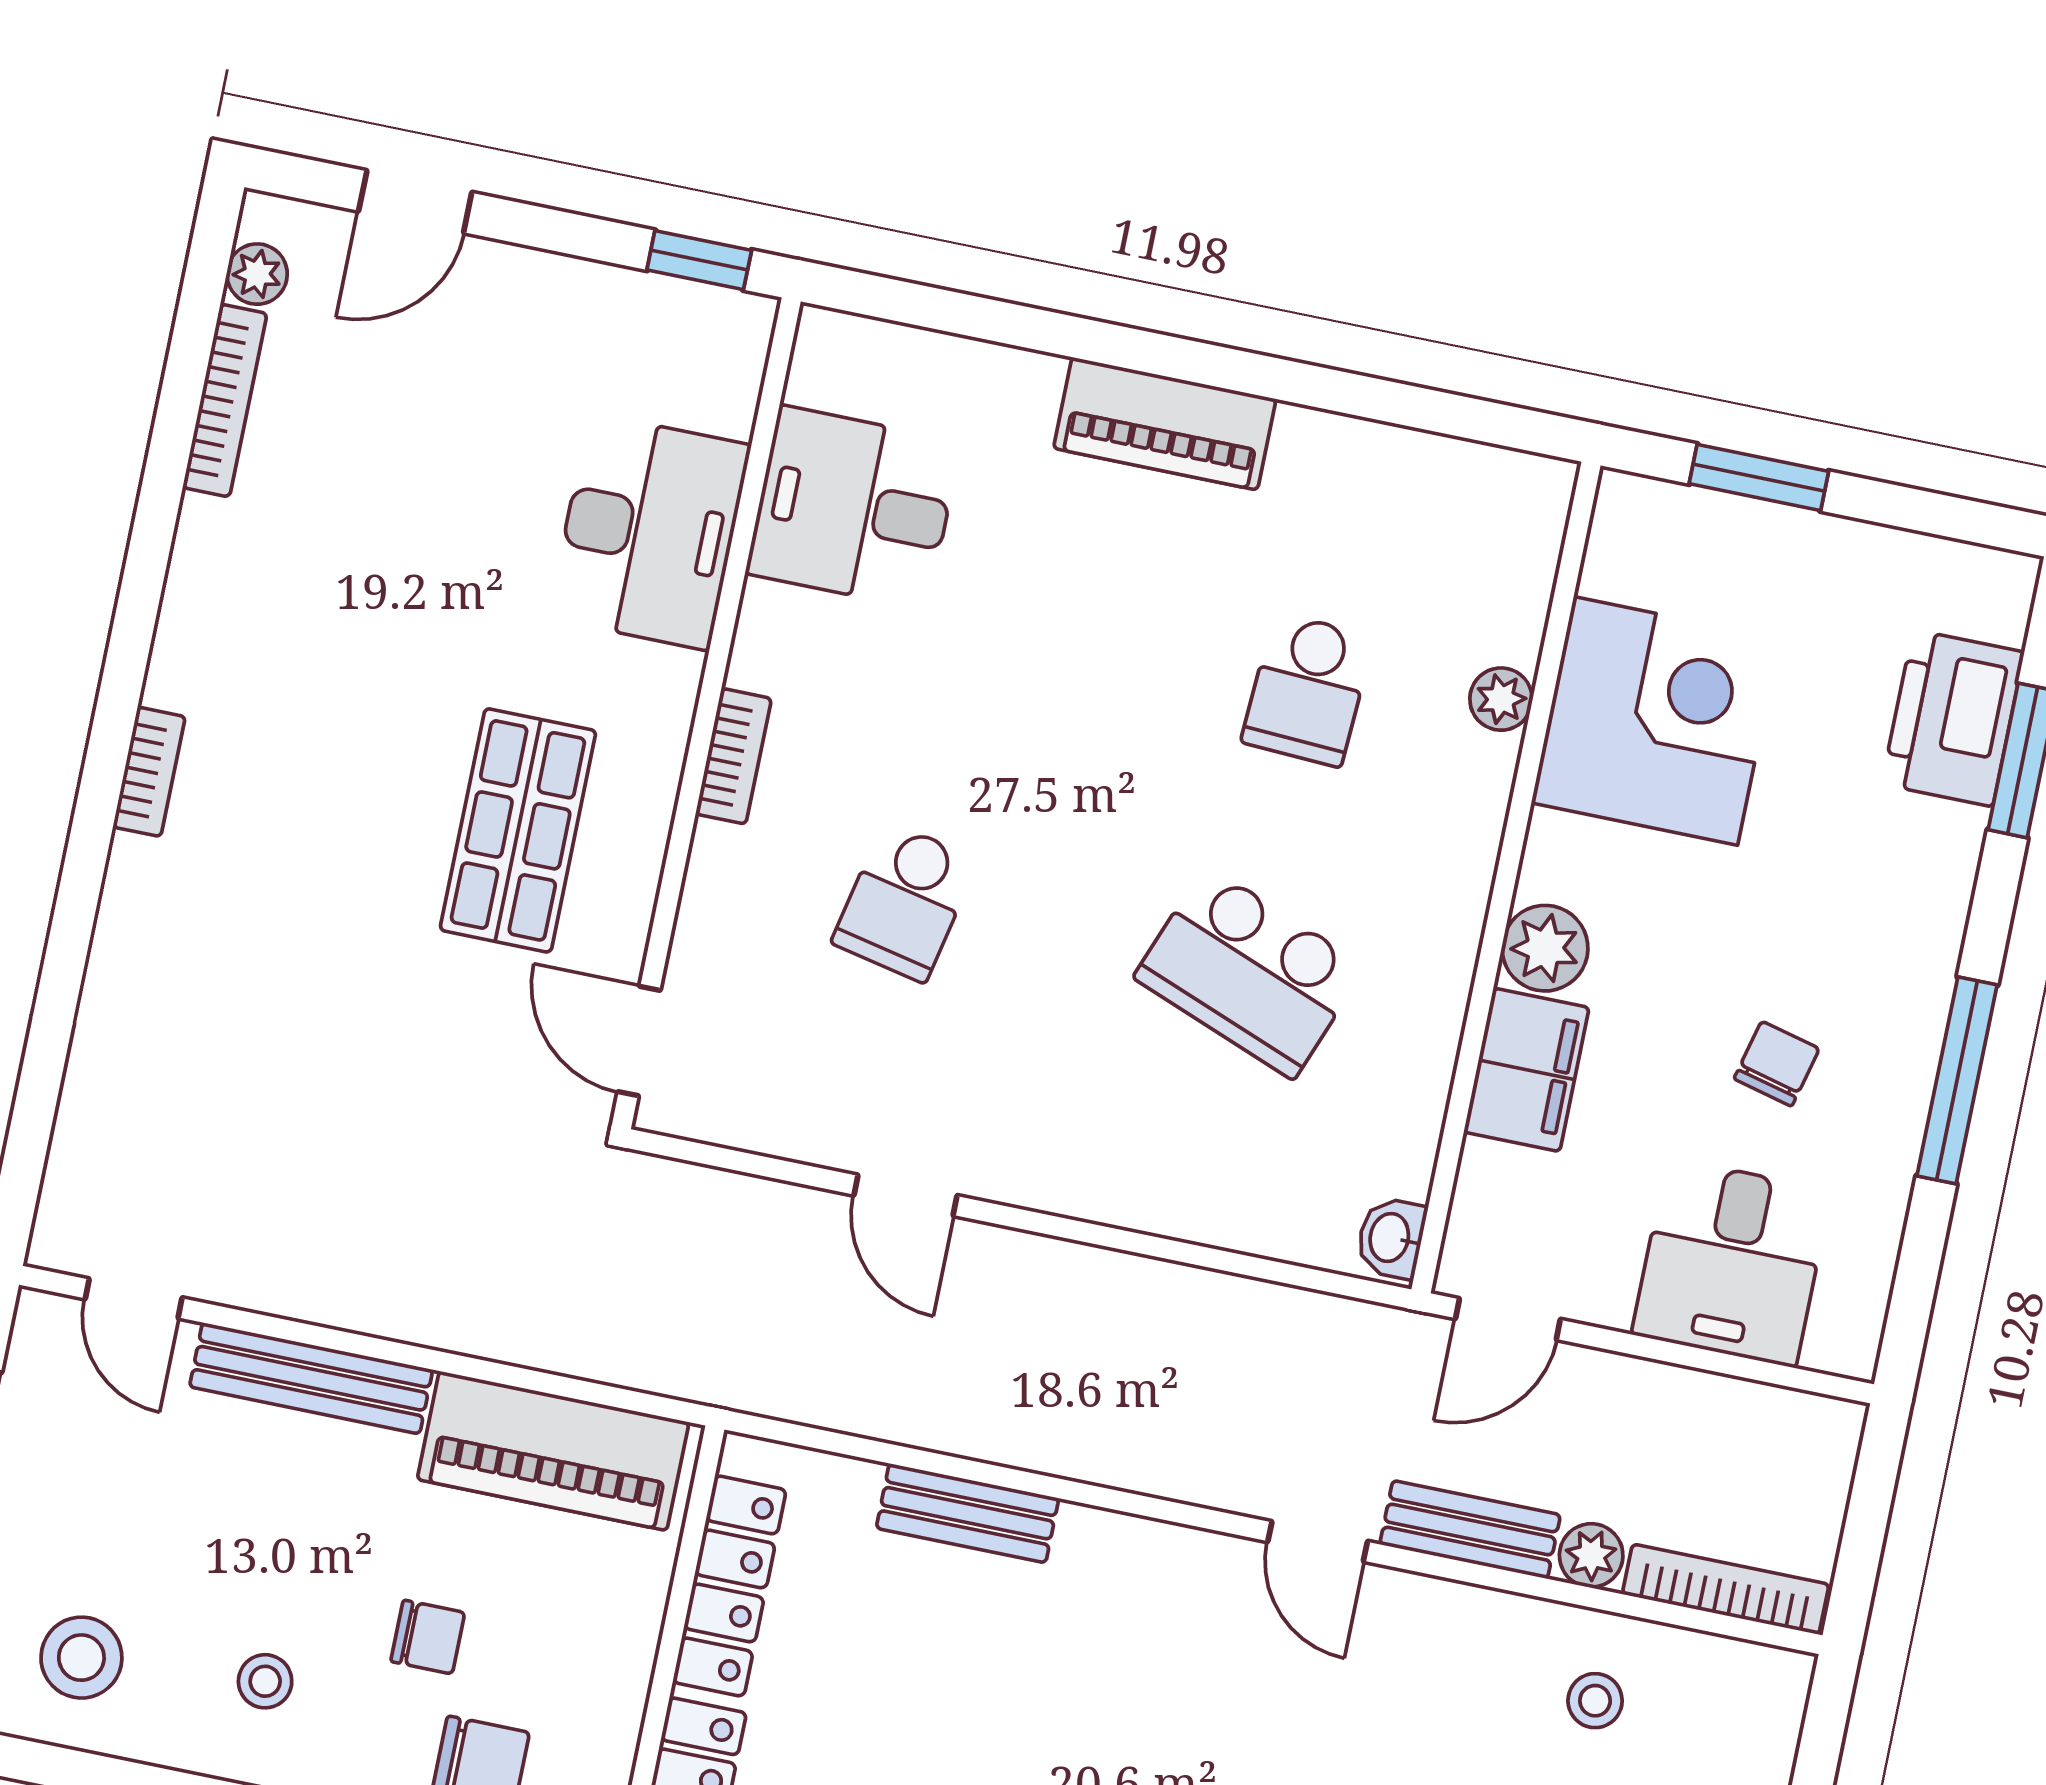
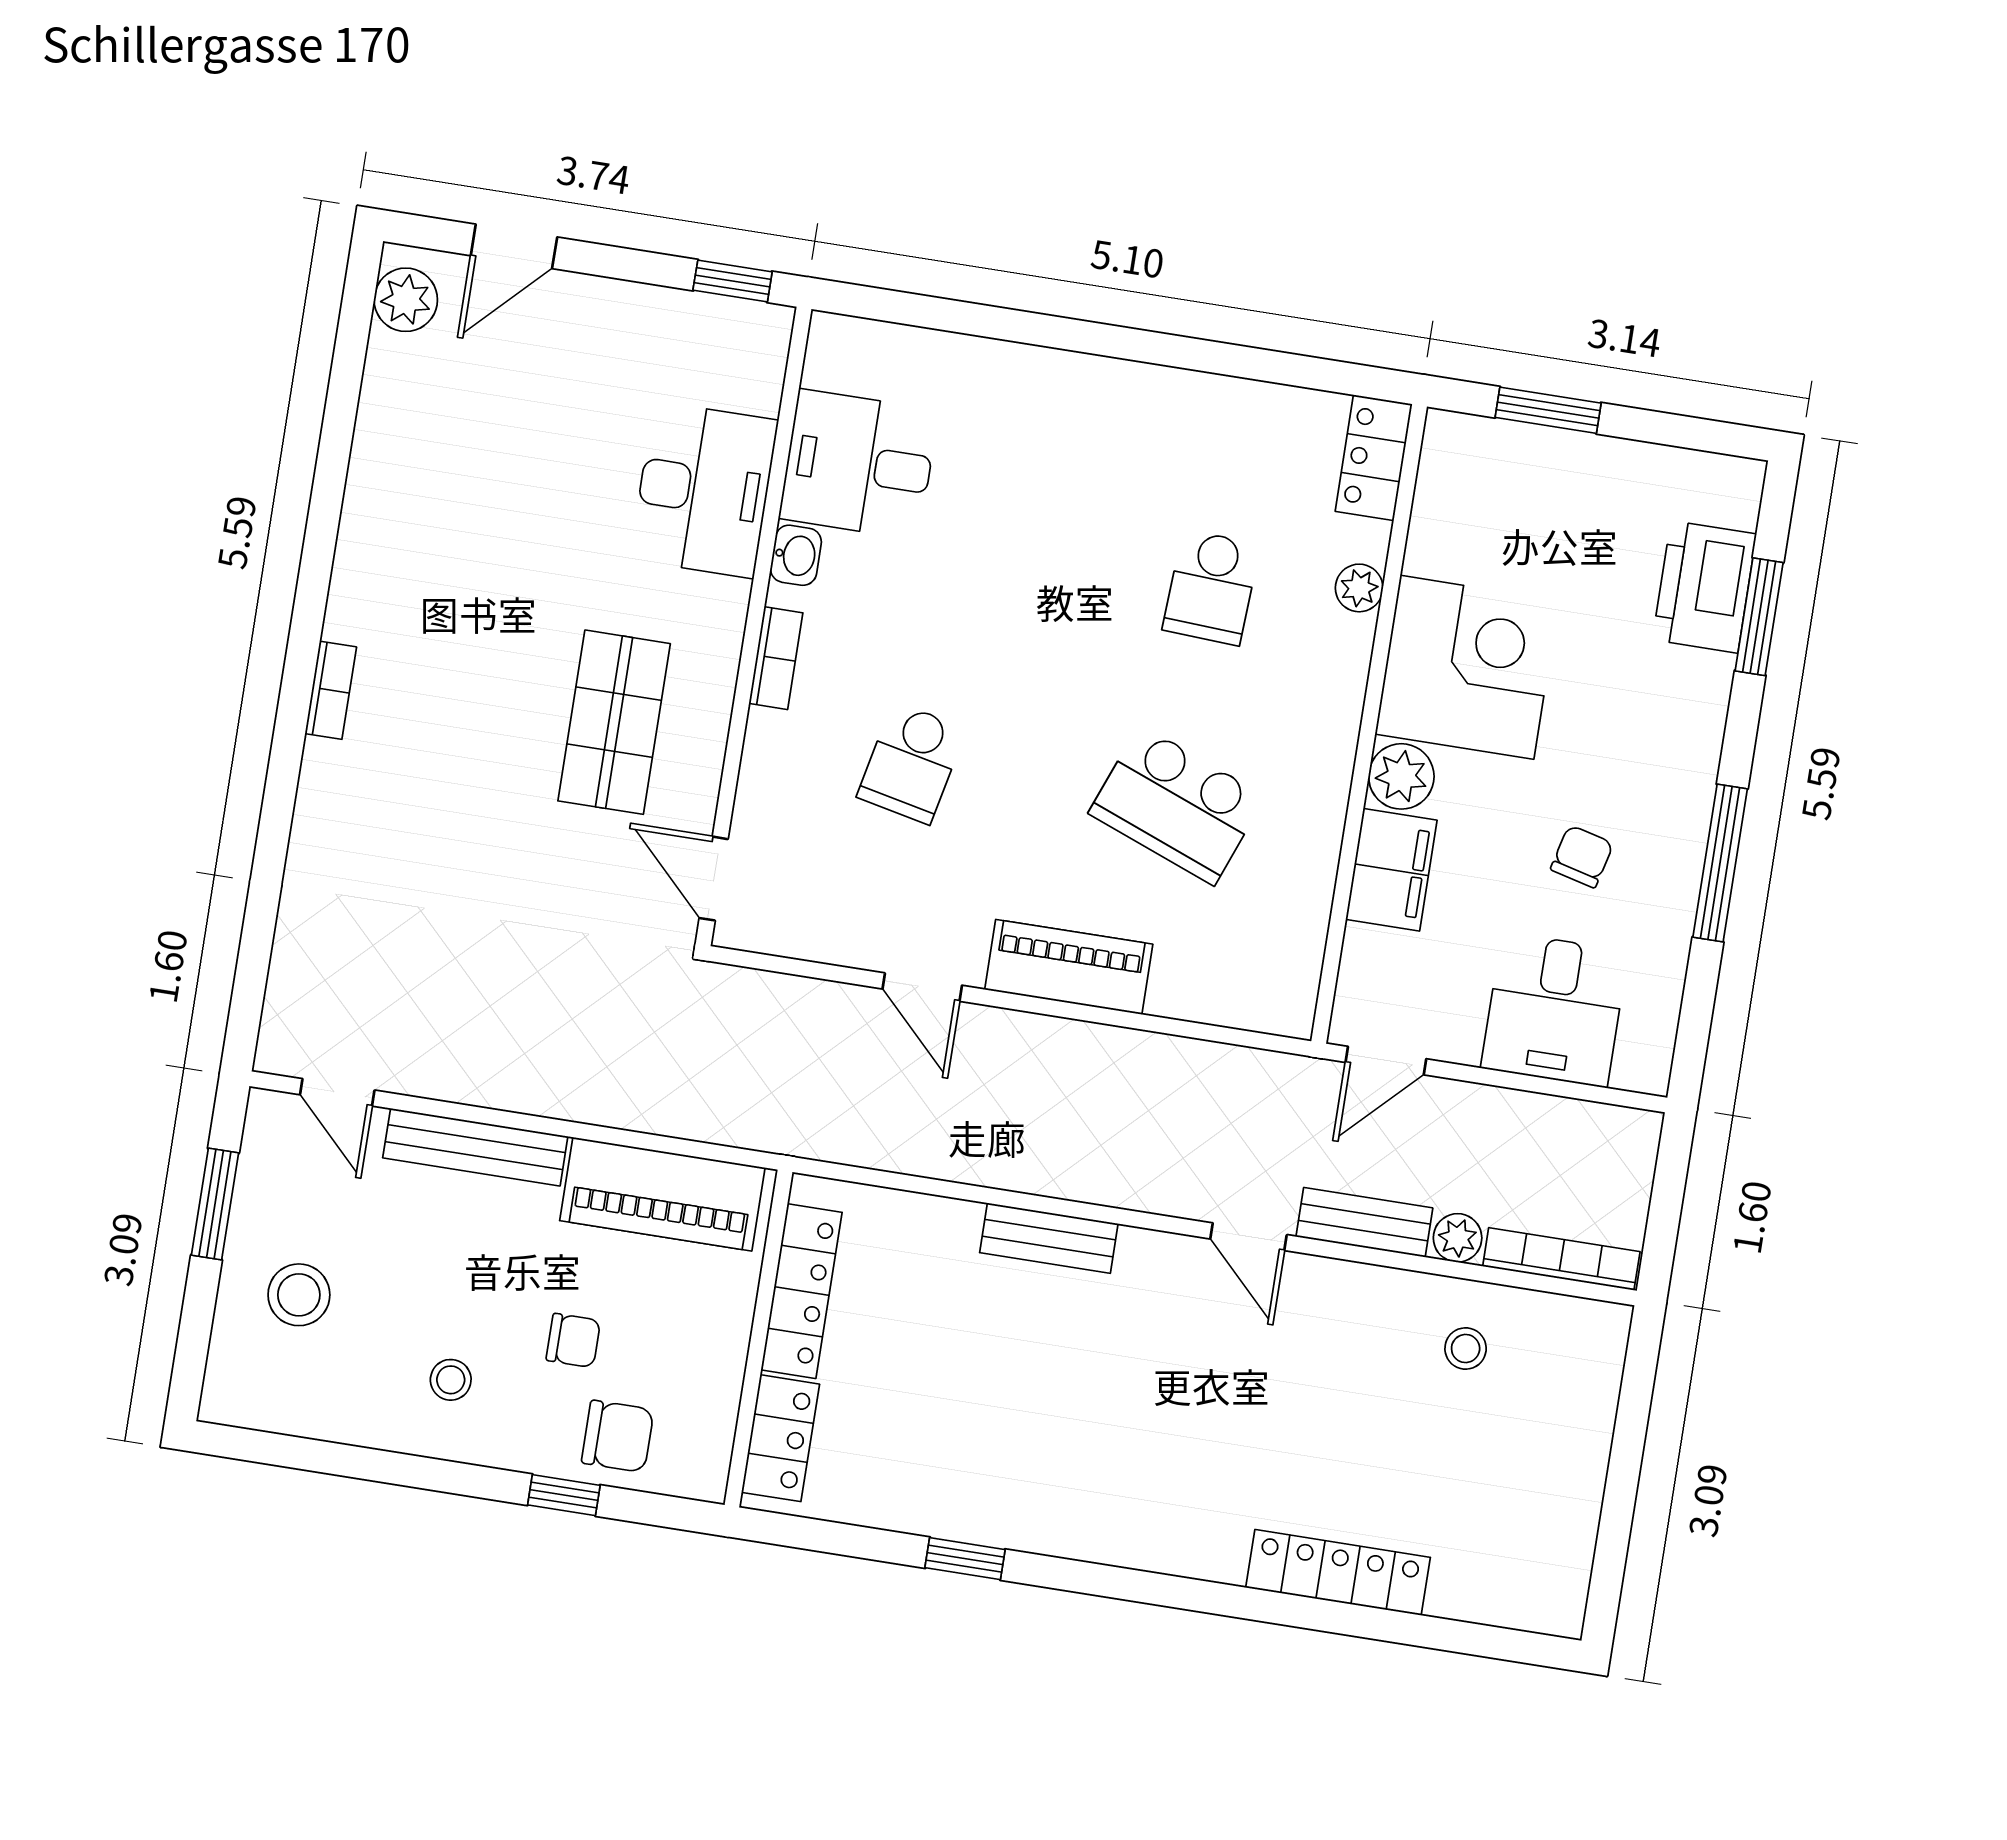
plant: (257, 274) -> (406, 300), width x1.38, depth x1.38
bookcase: (225, 400) -> (376, 405), removed
piano: (1165, 424) -> (1069, 967), moved, turned 180
locker: (1528, 529) -> (1374, 458), added
corner desk: (1656, 721) -> (1467, 667), moved
washbasin: (1391, 1238) -> (796, 555), moved, turned 180
bench: (968, 1513) -> (1049, 1238), moved
stool: (81, 1658) -> (299, 1295), moved

